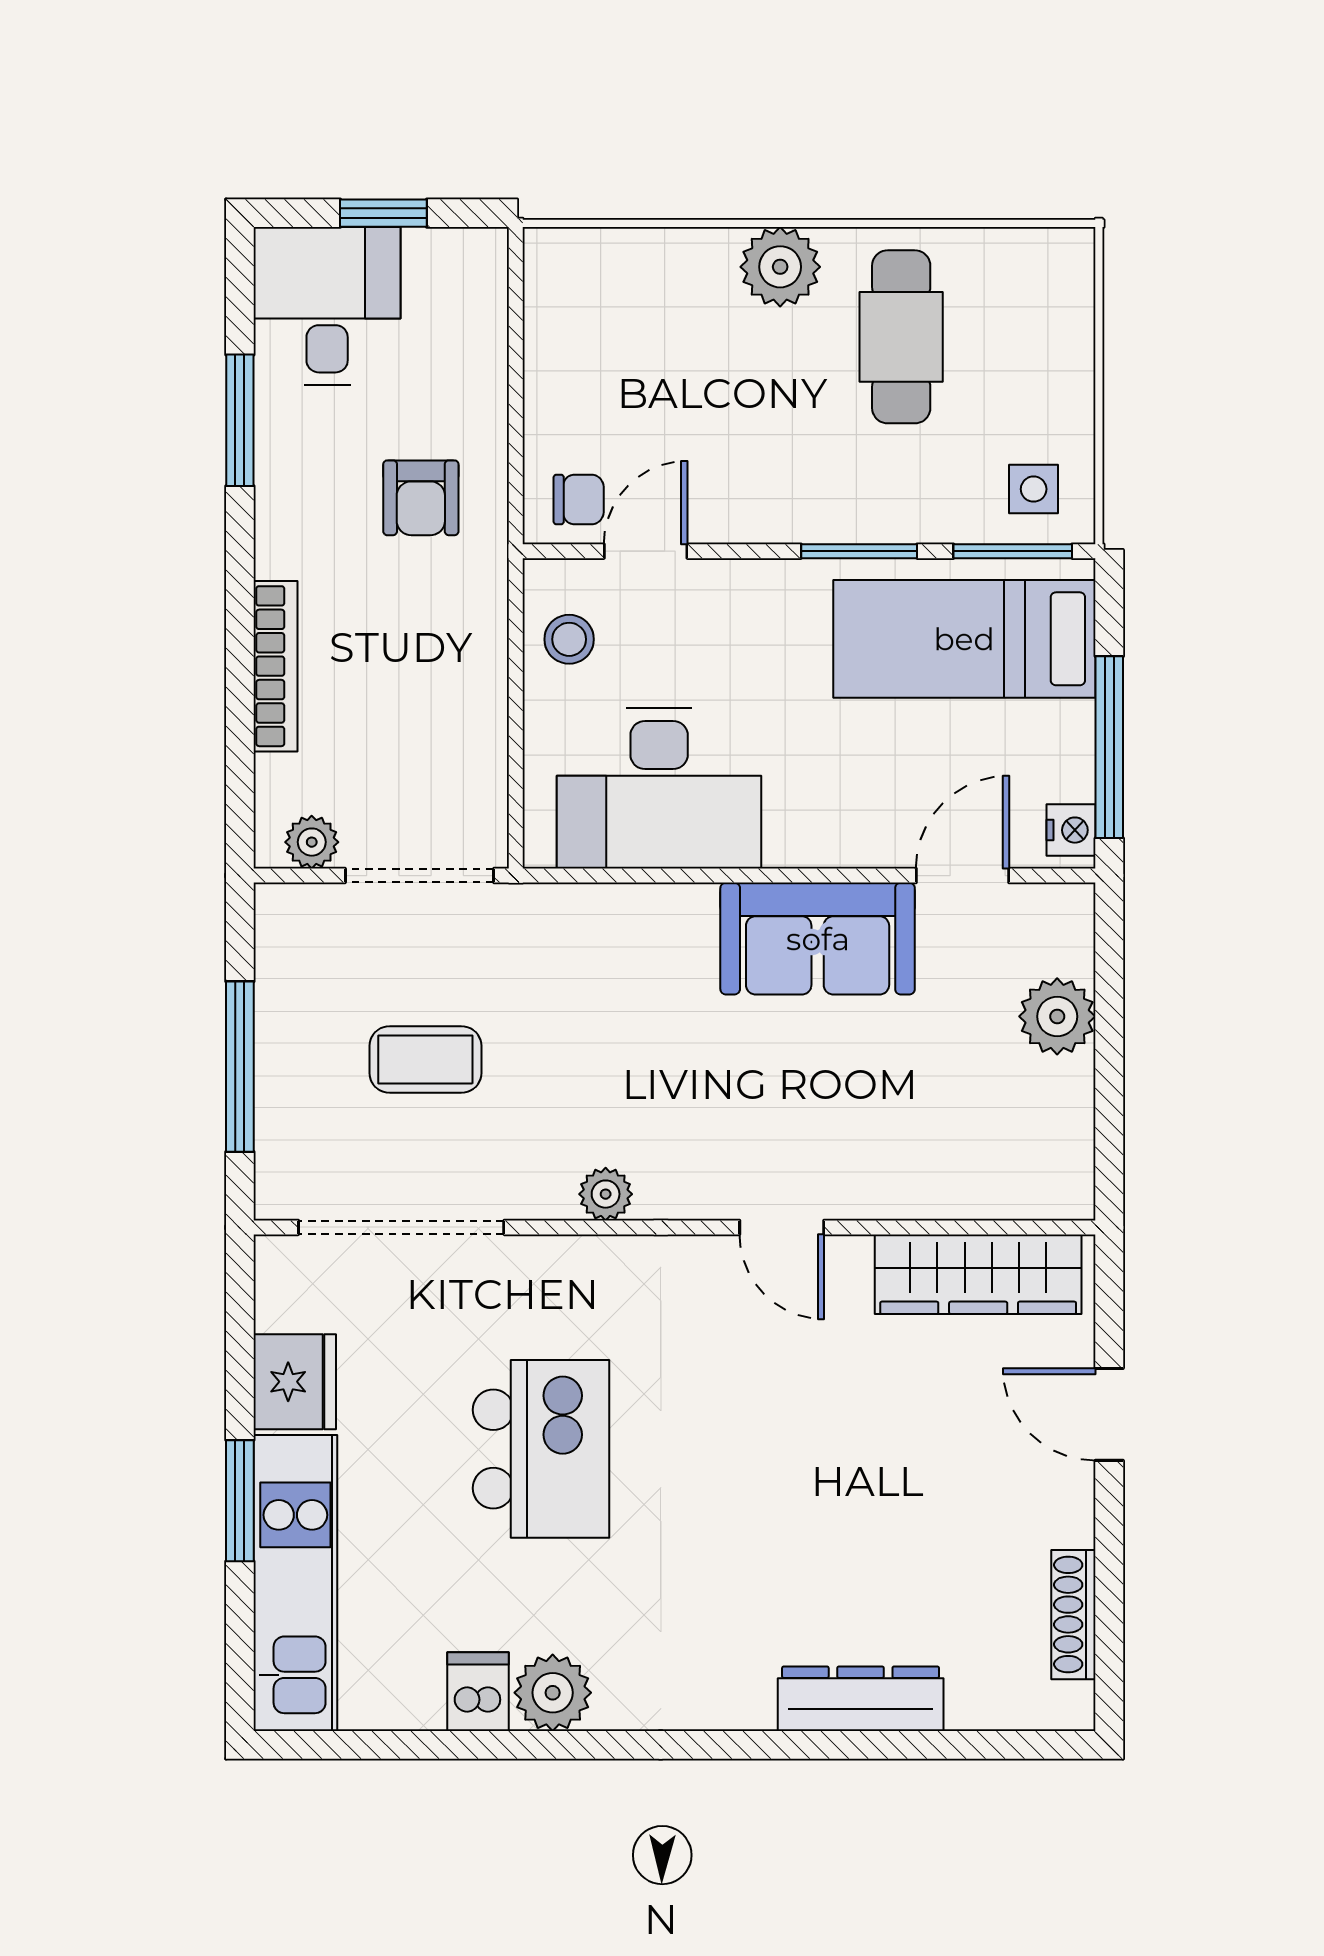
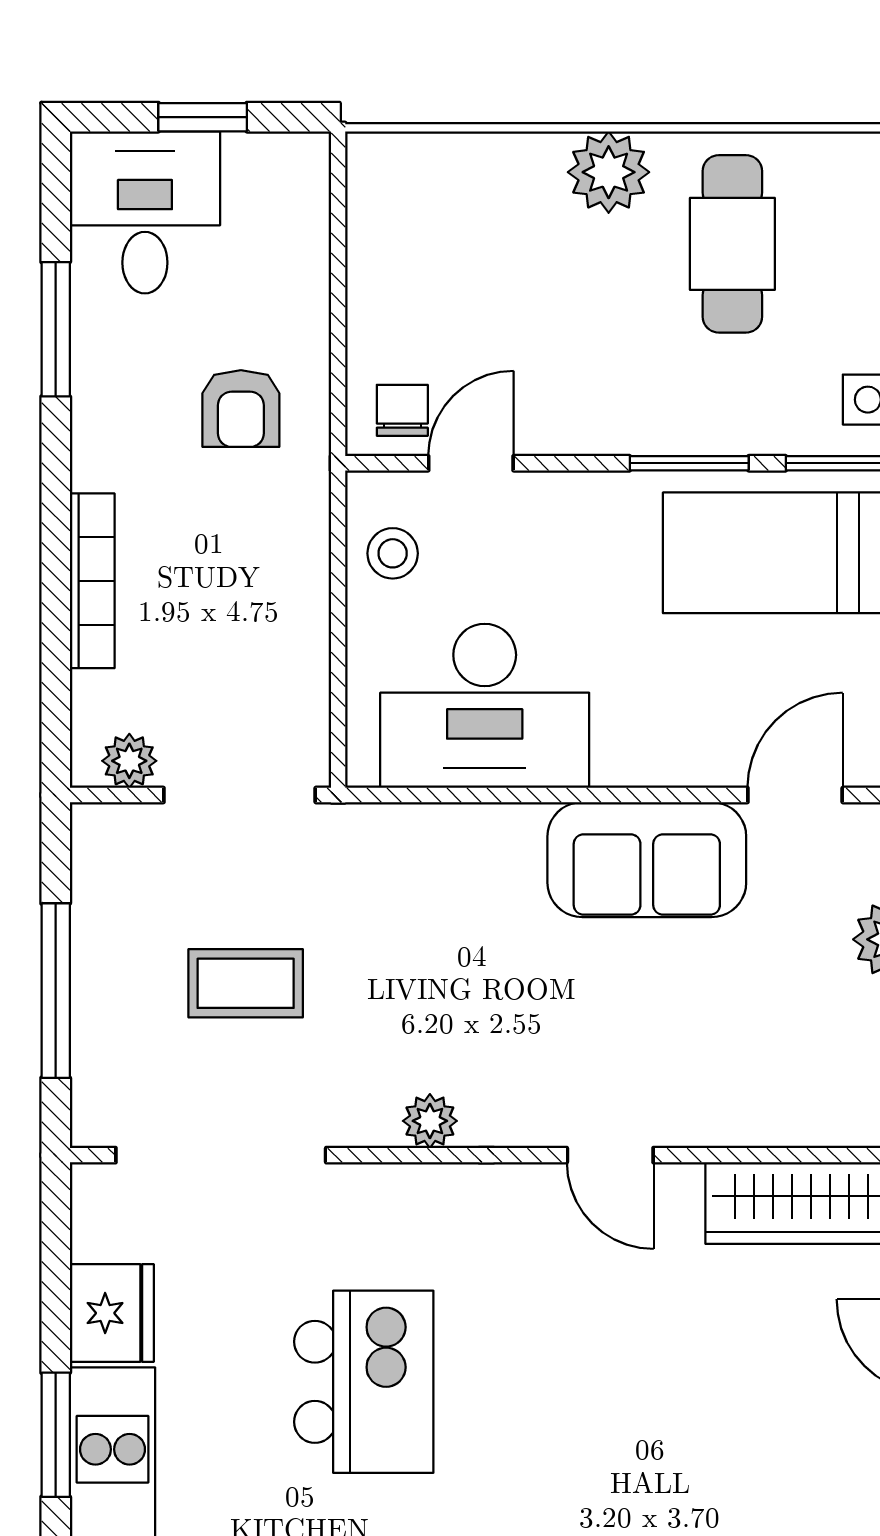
chair: (579, 499) -> (402, 410), turned -90

